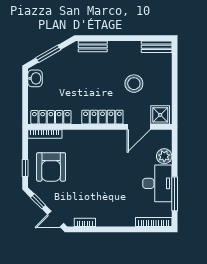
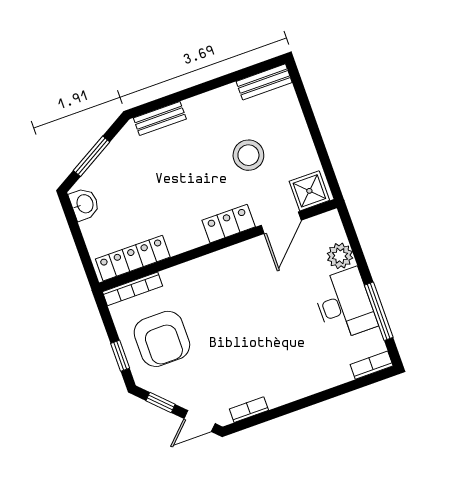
locker: (102, 117) -> (229, 224), width x0.66
bookcase: (154, 222) -> (372, 365), width x0.64

